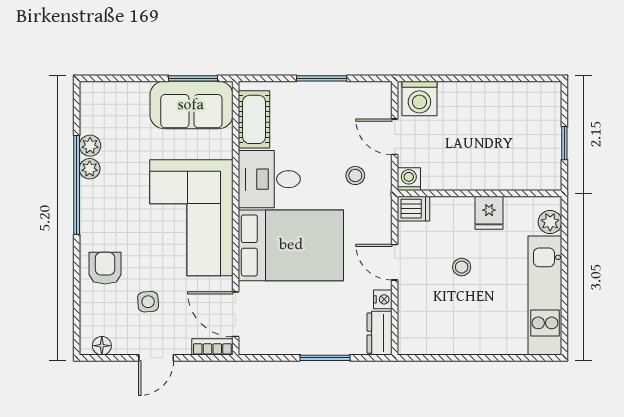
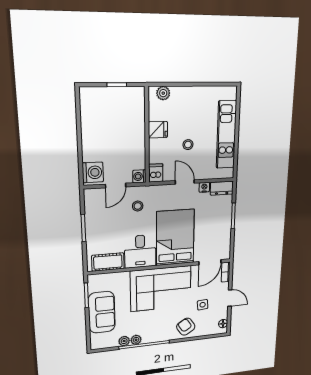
sofa: (191, 105) -> (102, 312), moved
door: (395, 262) -> (185, 182), swing flipped
armchair: (105, 268) -> (186, 327), turned 57
kitchen unit: (545, 295) -> (226, 135), moved, turned 90

